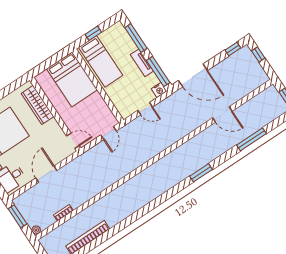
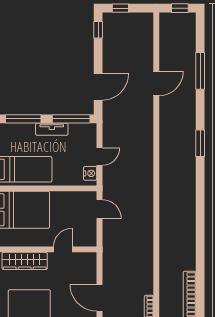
door: (193, 75) -> (98, 87), width x0.73
nightstand: (159, 90) -> (90, 173), moved
door: (73, 141) -> (63, 249), moved

